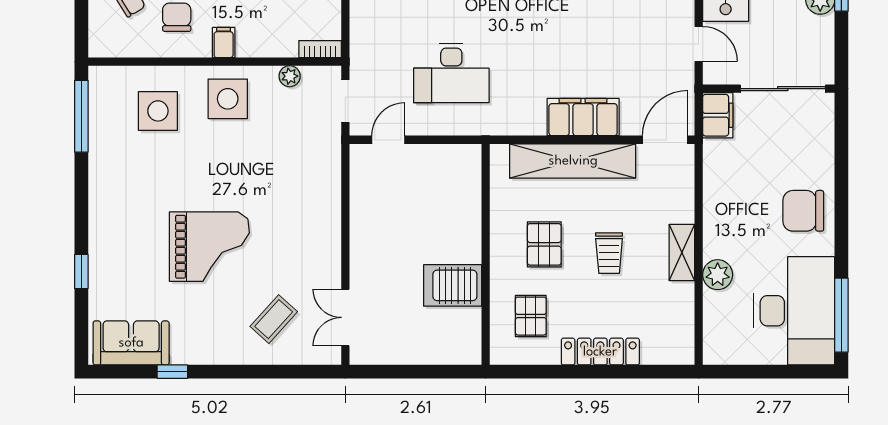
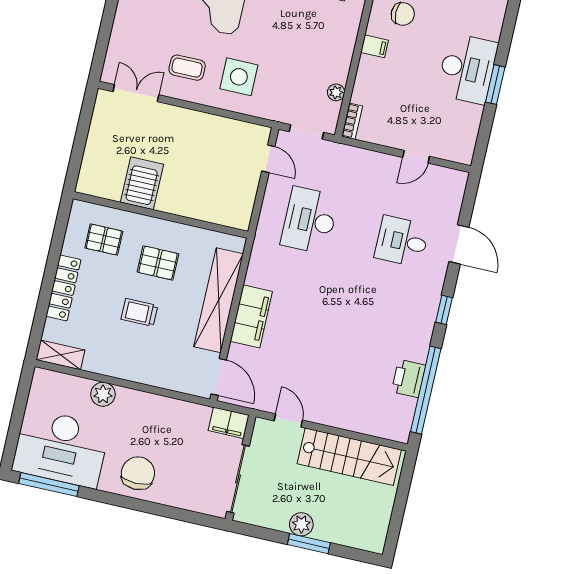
door: (699, 44) -> (288, 421), swing flipped
side table: (228, 99) -> (239, 77), moved
shelving: (682, 252) -> (60, 355), moved
coffee table: (274, 319) -> (187, 68), moved, turned -42

